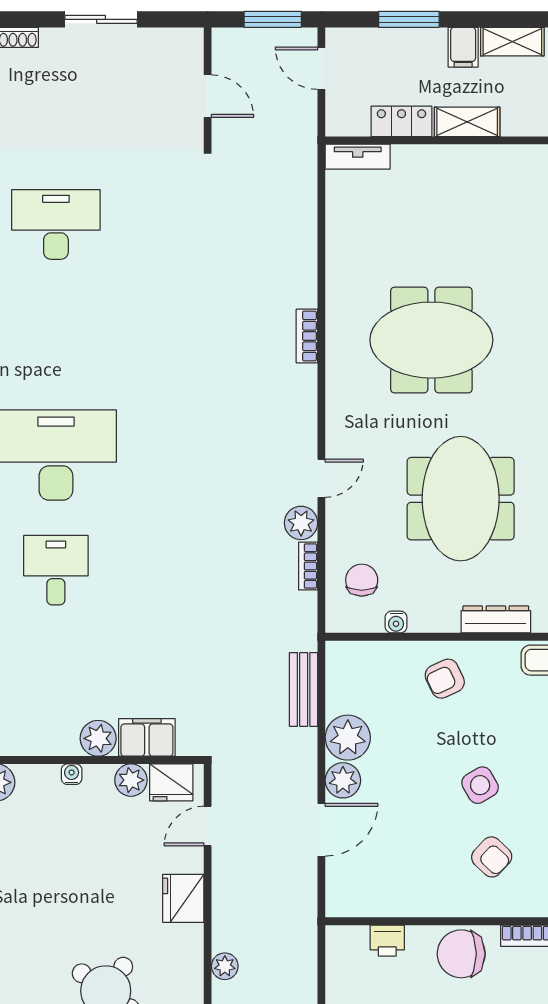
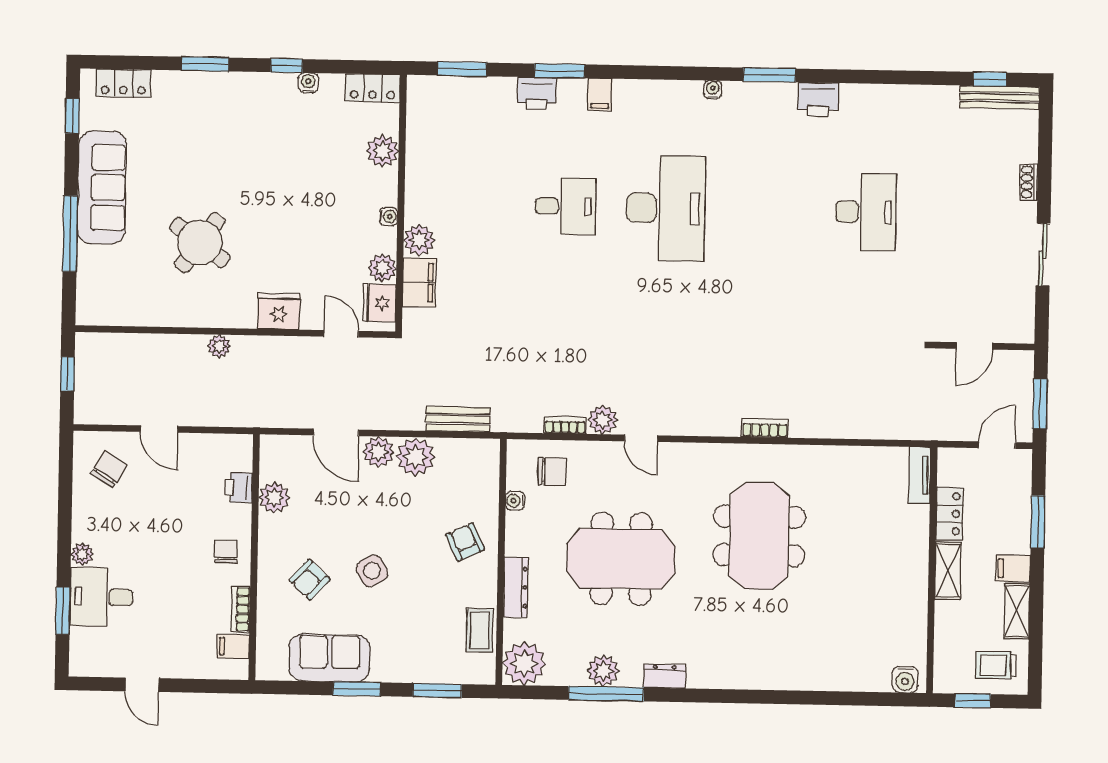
plant: (398, 900) -> (274, 498), added
chair: (461, 954) -> (226, 552), width x0.54, depth x0.54

